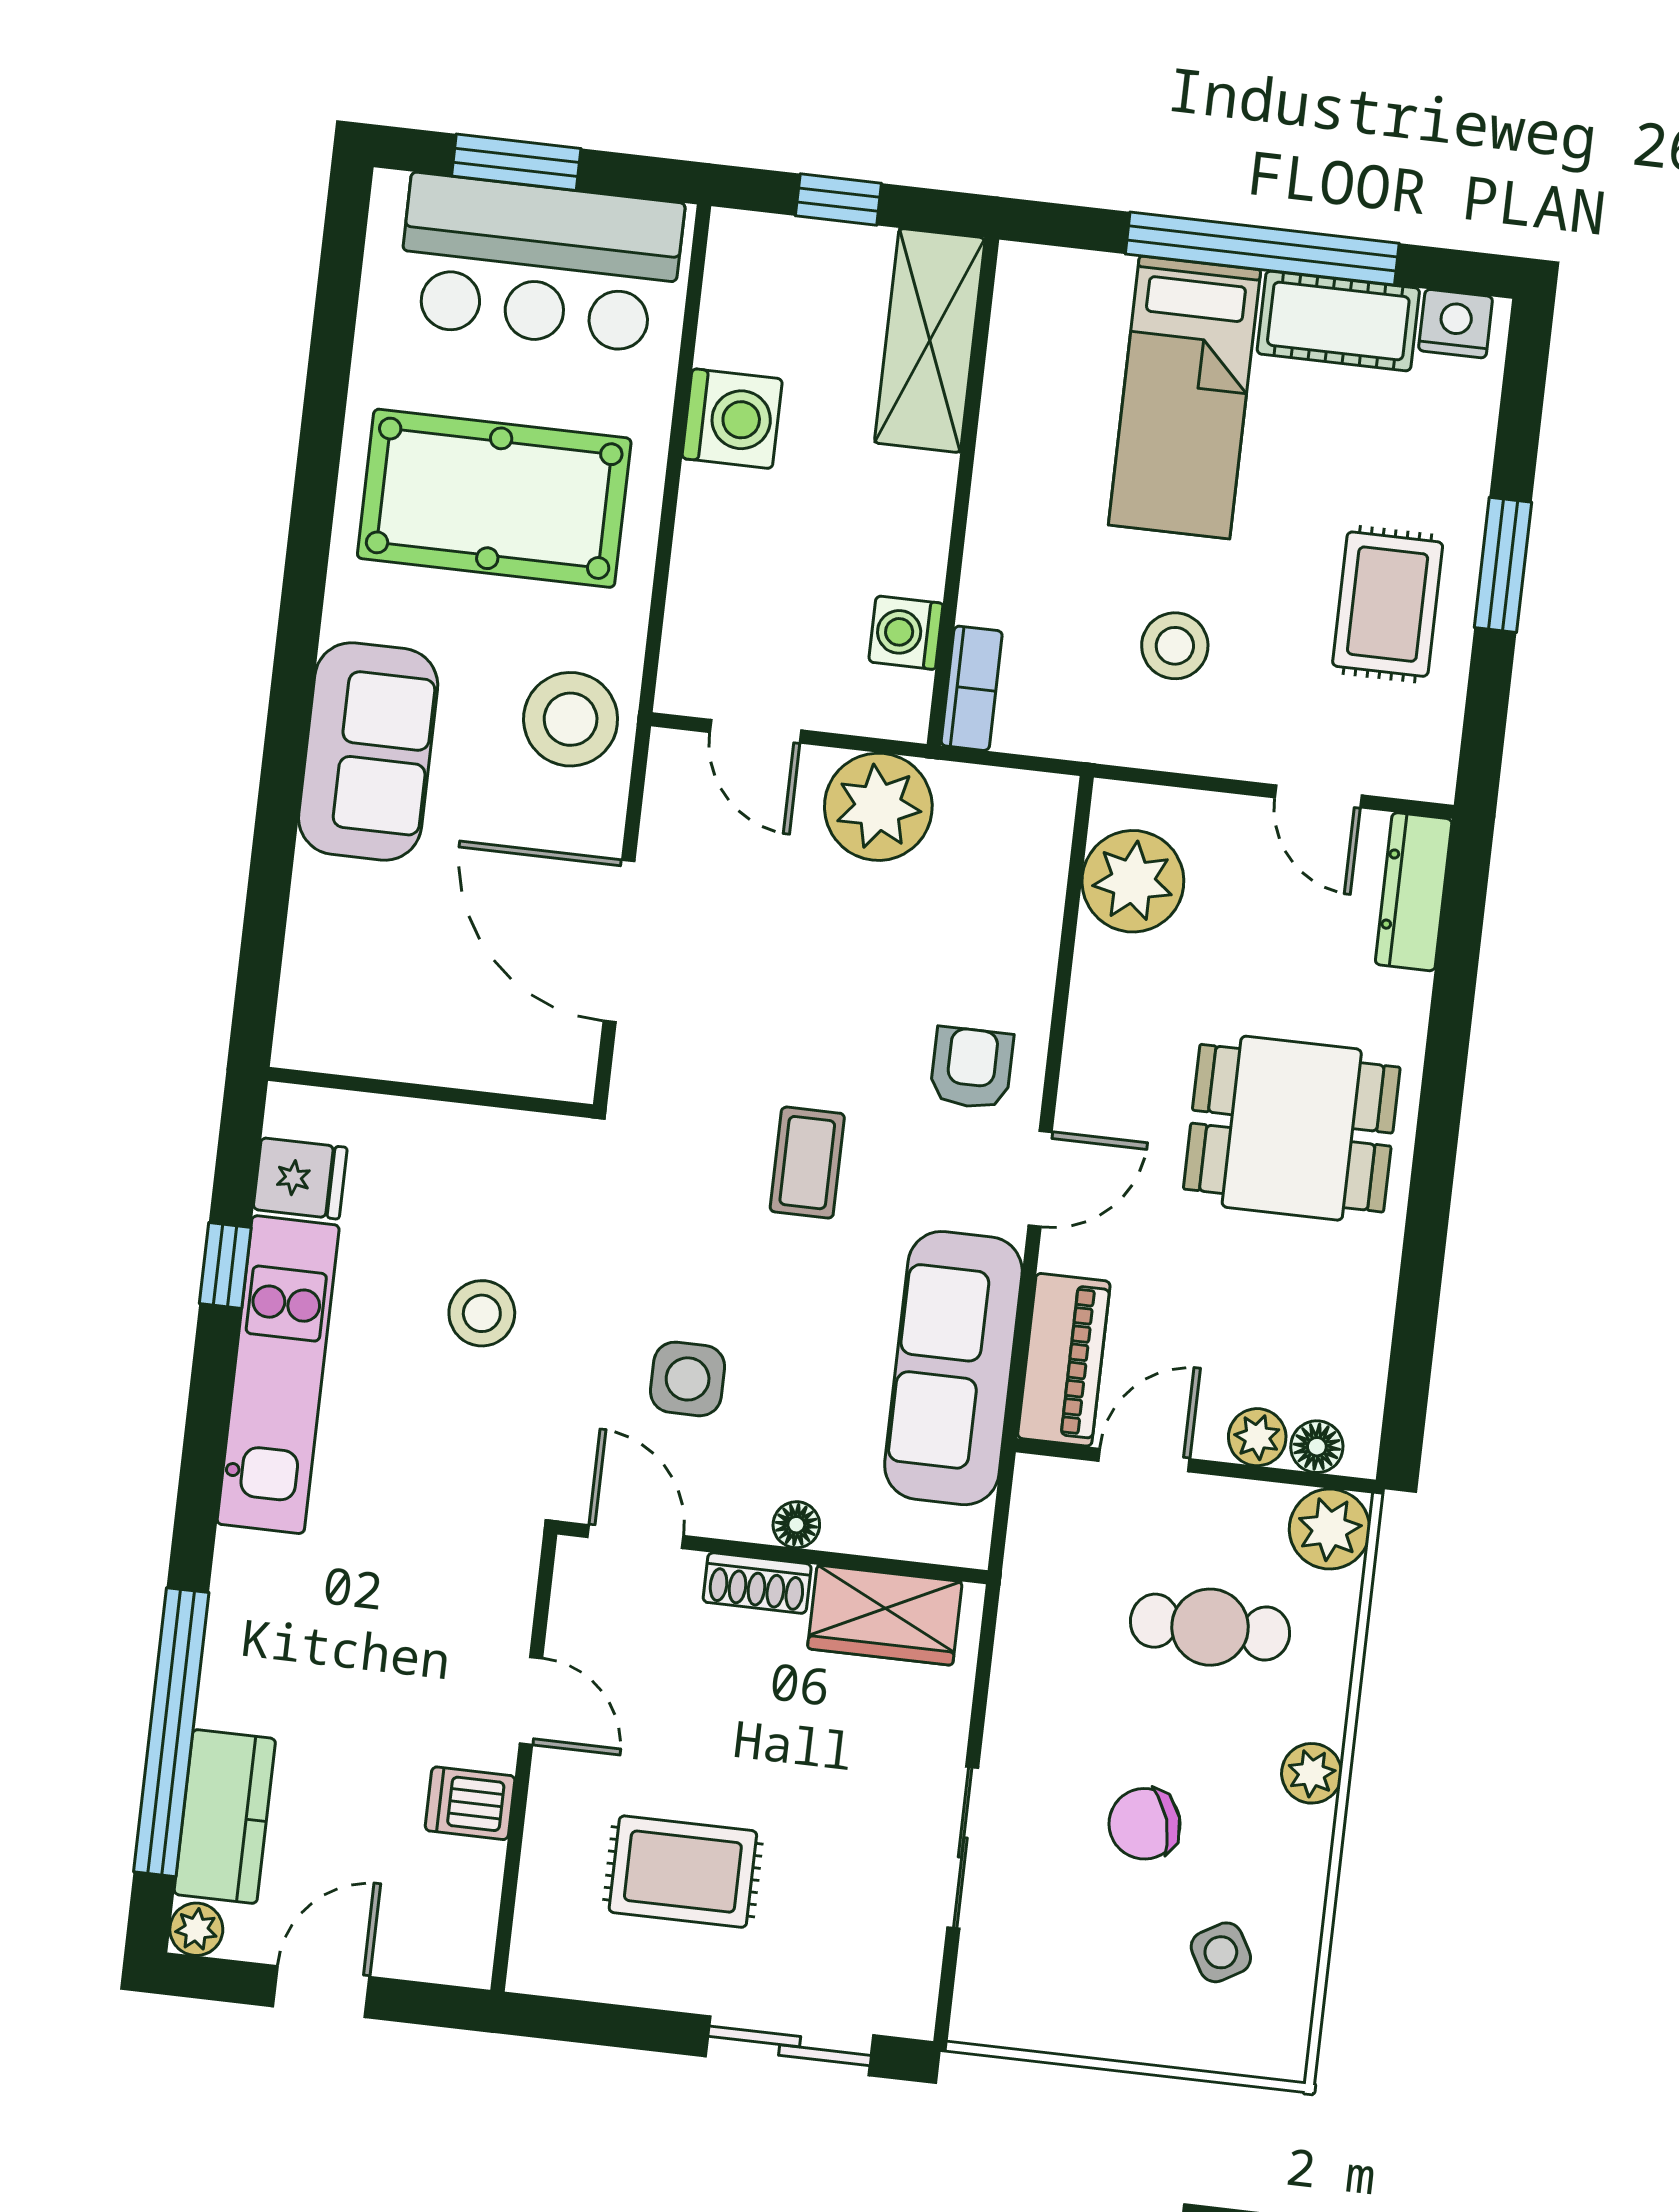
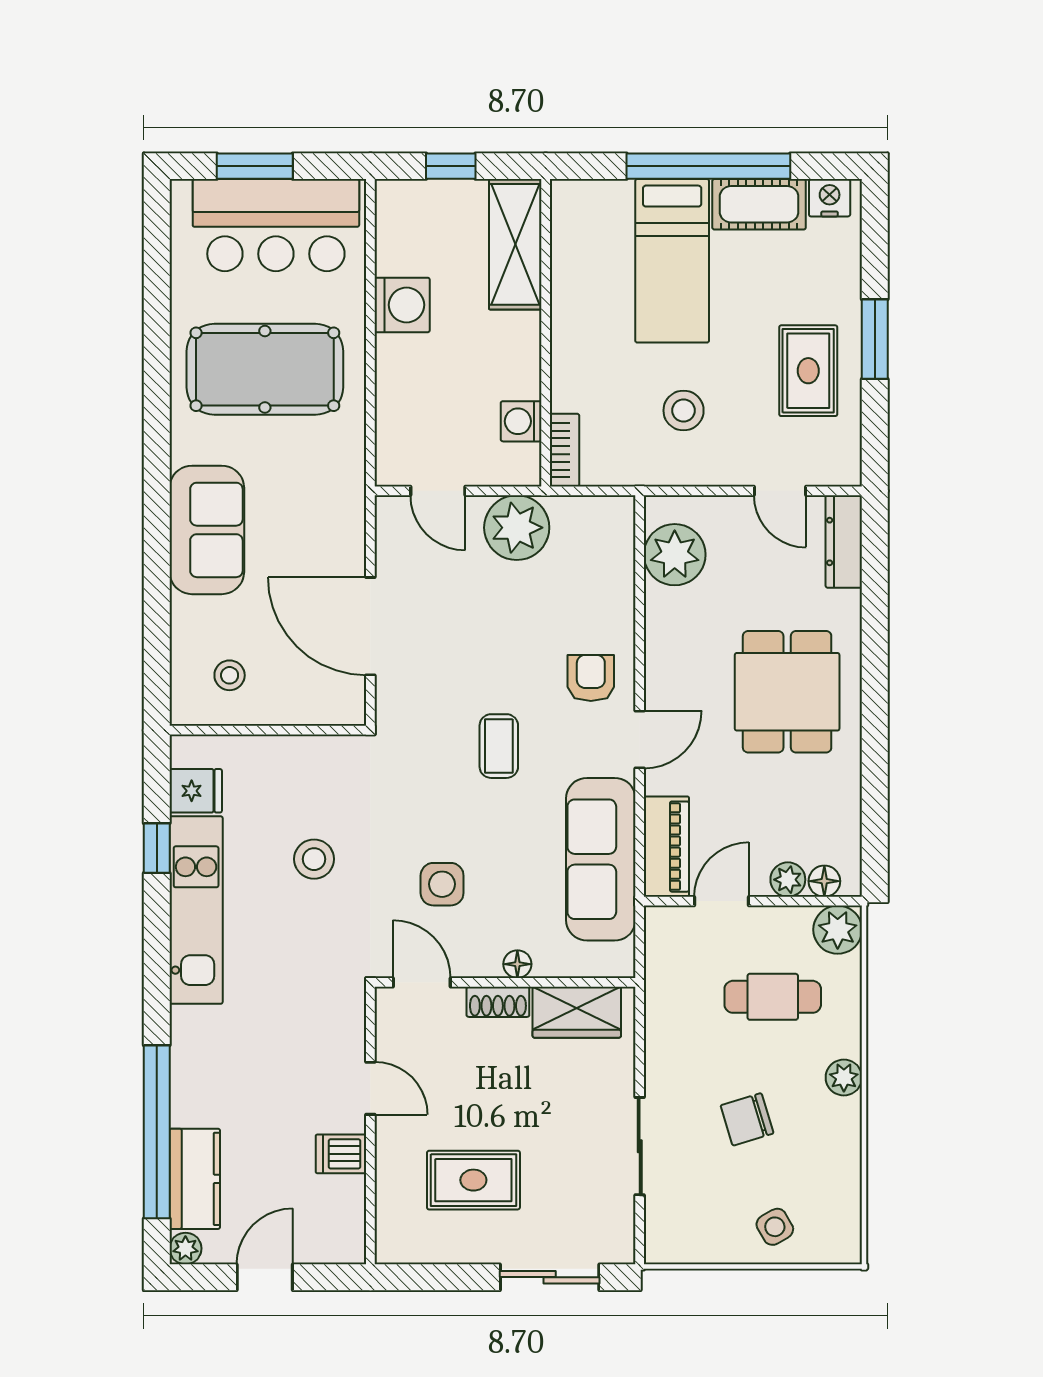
stool: (571, 719) -> (230, 675), moved, width x0.53, depth x0.53
dining table: (1292, 1128) -> (787, 692), turned 90
side table: (1221, 1952) -> (775, 1227), moved

